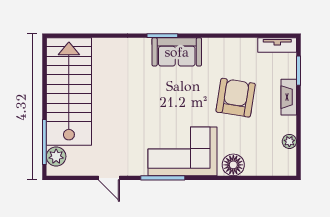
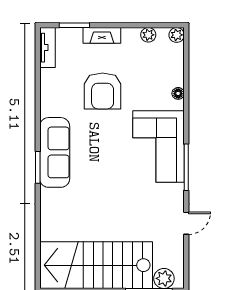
sofa: (177, 52) -> (55, 152), width x1.36
armchair: (236, 98) -> (103, 91), turned -99
floor lamp: (233, 165) -> (178, 93), width x0.53, depth x0.53
plant: (289, 169) -> (177, 35), added

